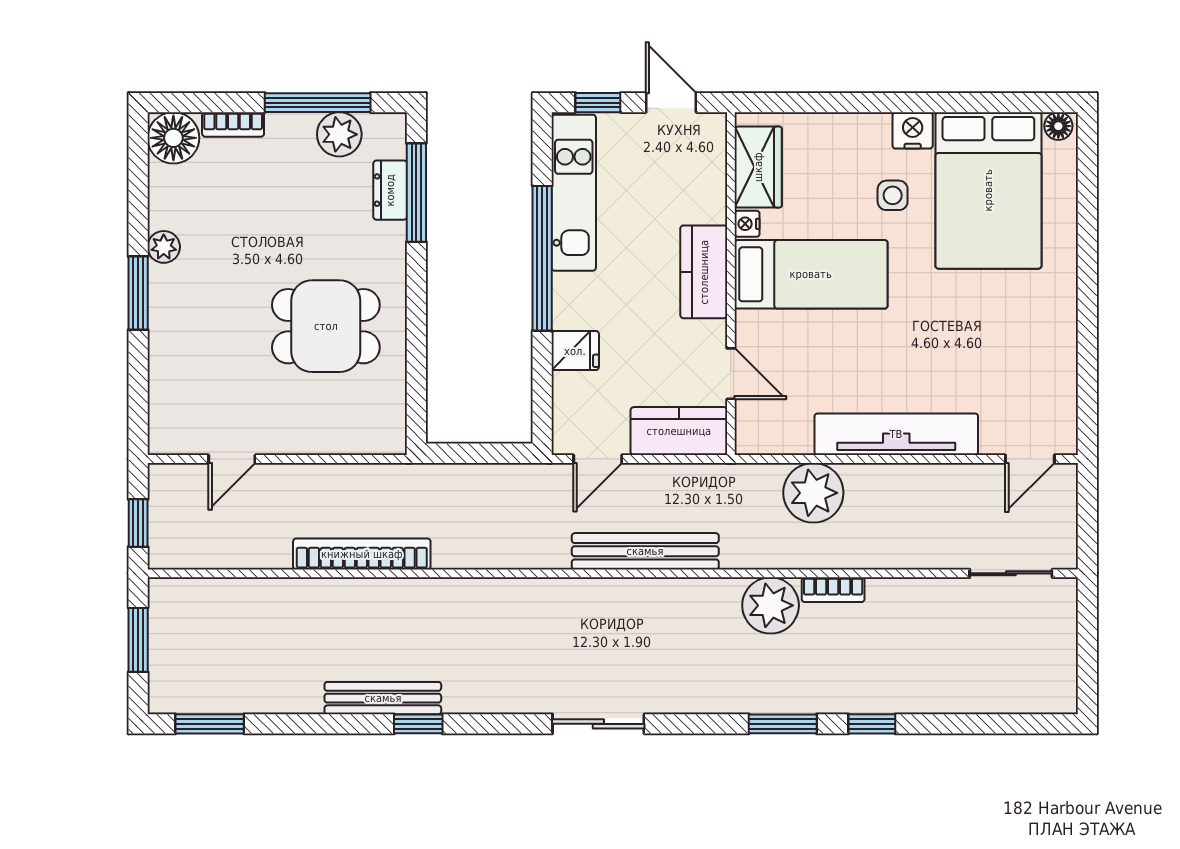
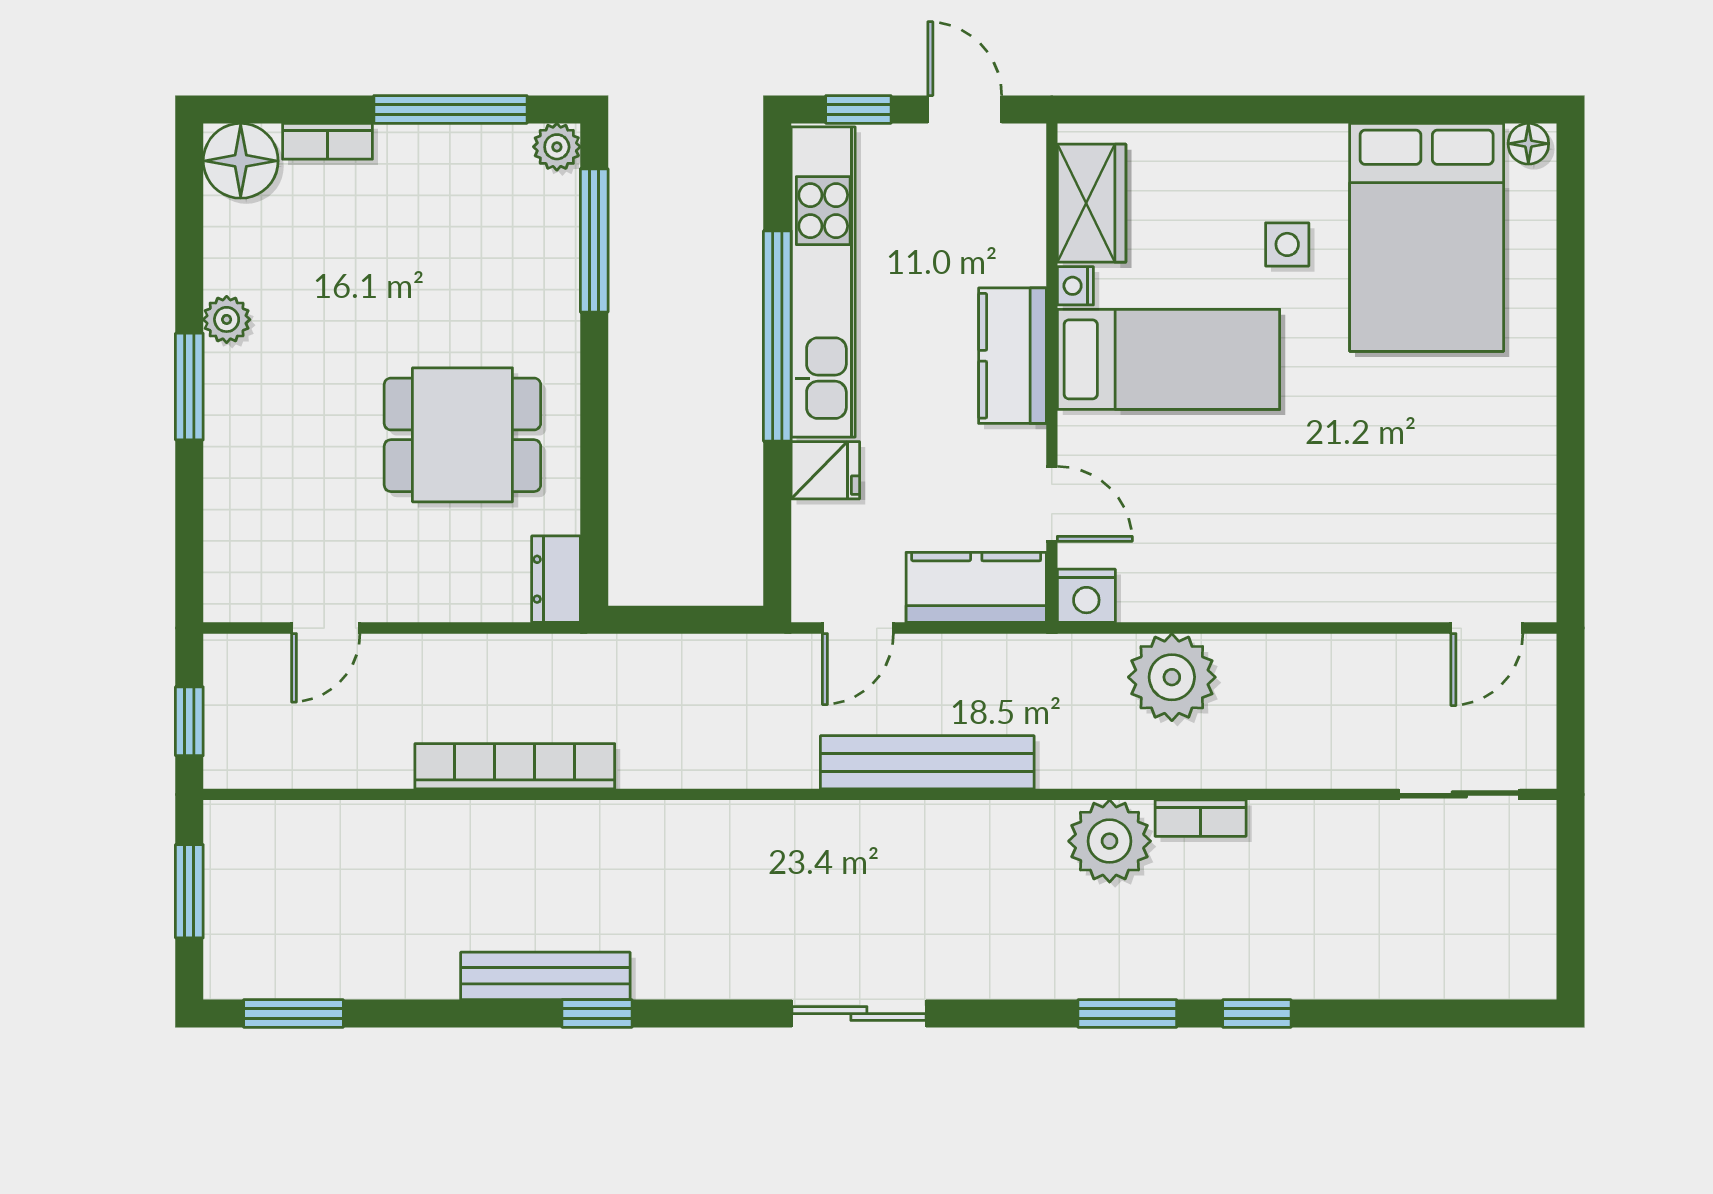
nightstand: (913, 130) -> (1086, 596), moved, turned 180
plant: (339, 134) -> (557, 147), moved, width x0.73, depth x0.73
dresser: (390, 190) -> (556, 579), moved
kitchen unit: (574, 193) -> (823, 282), width x1.36
tv unit: (896, 434) -> (1292, 592), removed

